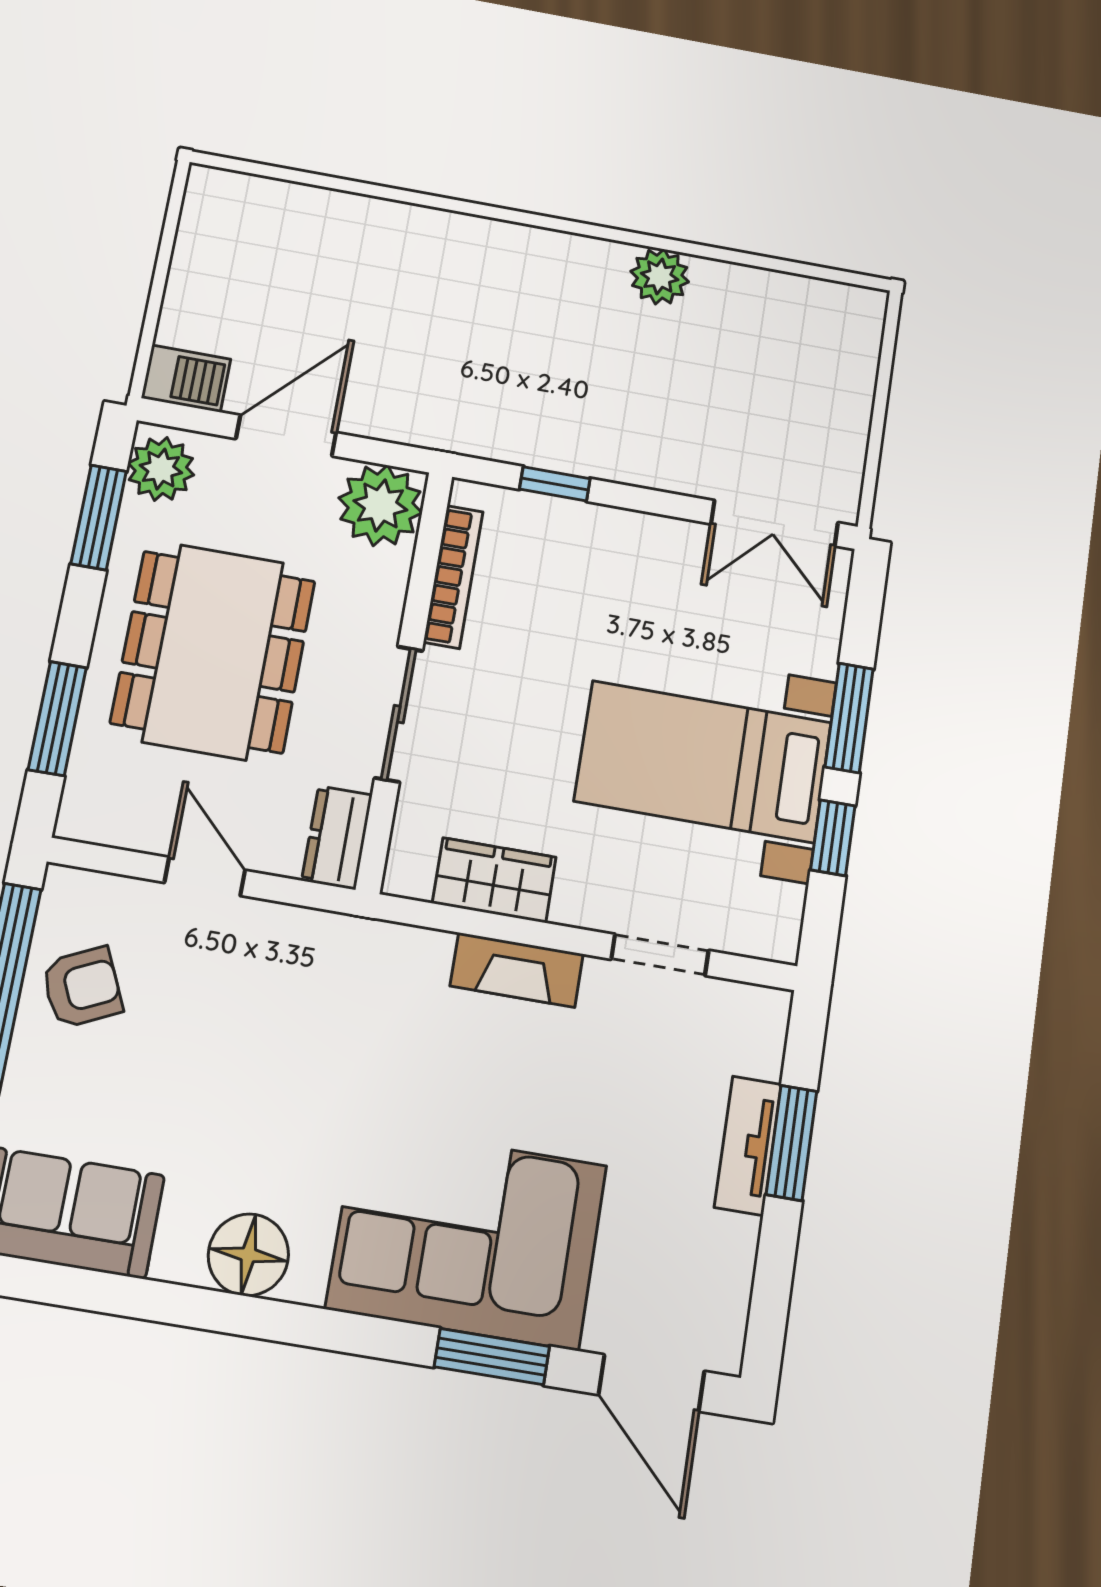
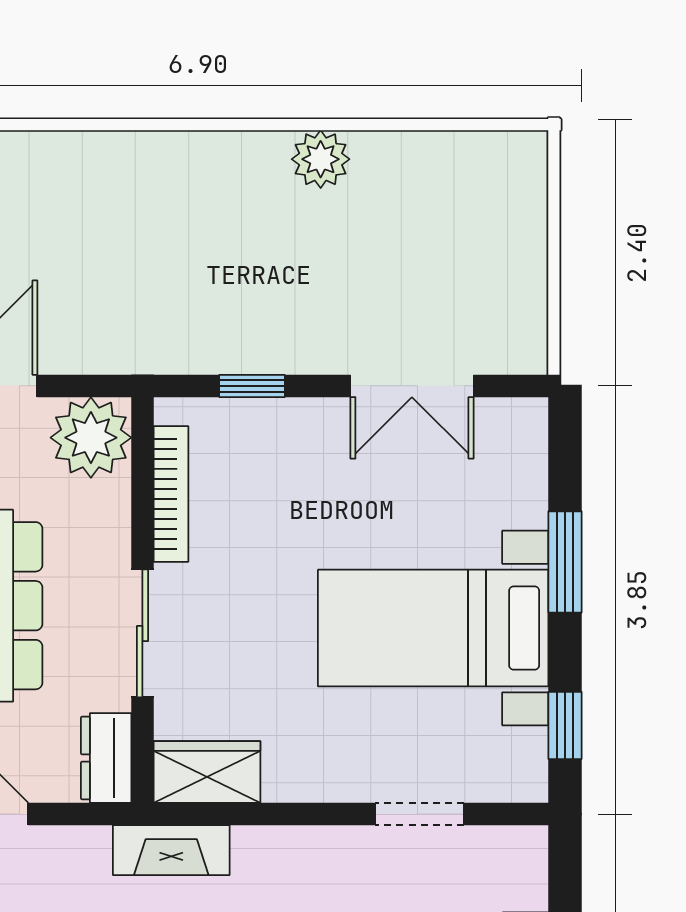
double door: (775, 523) -> (412, 386), moved
window: (833, 838) -> (565, 725), moved
wardrobe: (494, 880) -> (207, 772), moved
fireplace: (517, 970) -> (171, 850), moved

